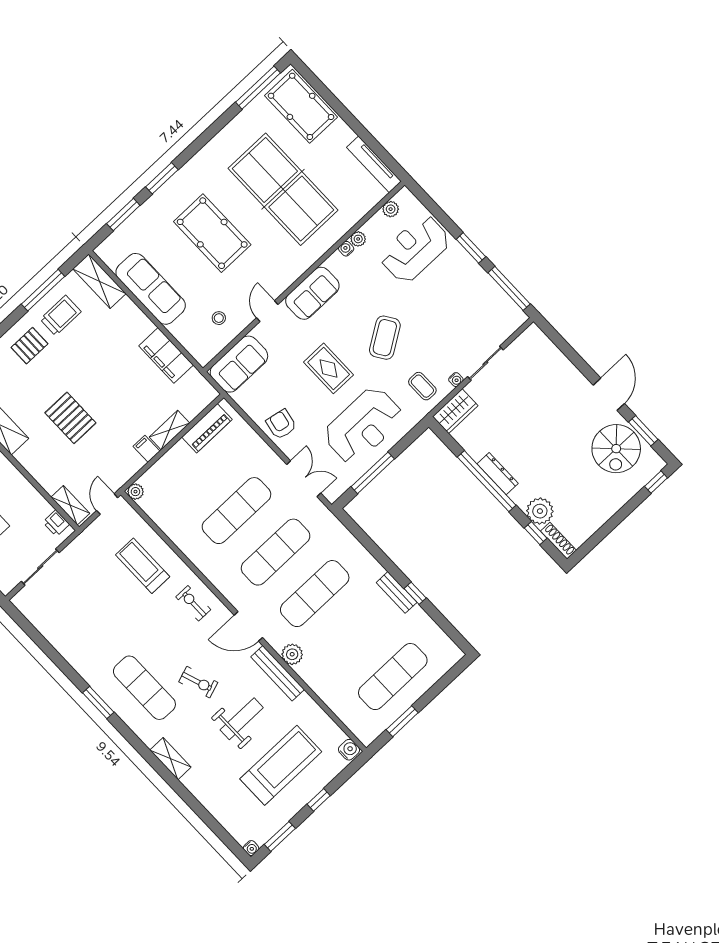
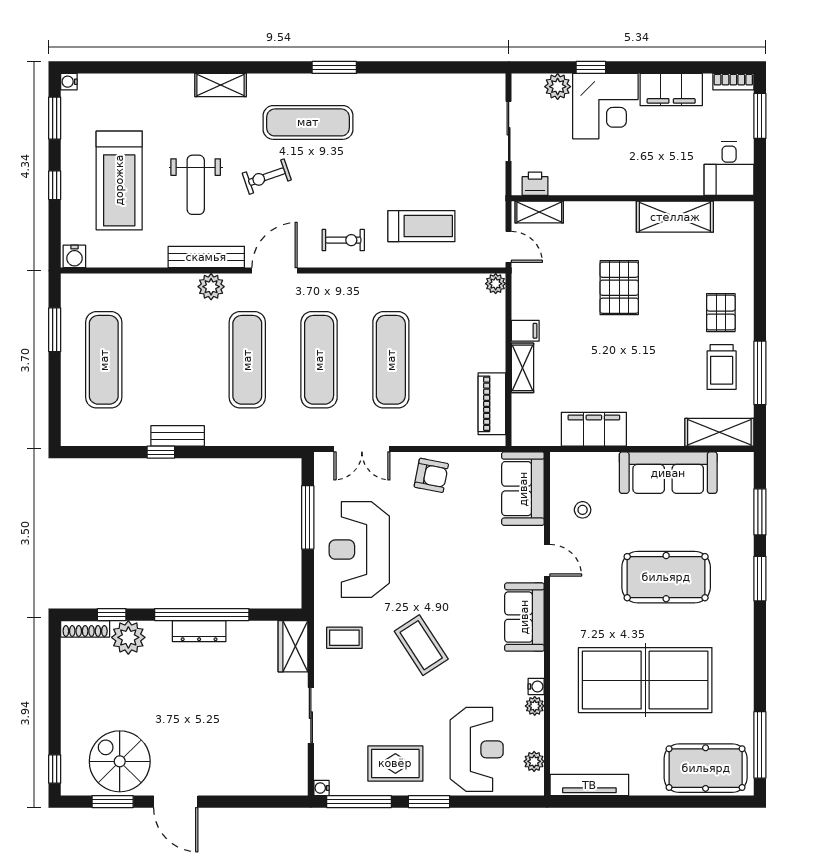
rug: (329, 368) -> (395, 763), moved
water cooler: (456, 380) -> (321, 788), moved
pallet: (70, 418) -> (619, 288), turned 90

